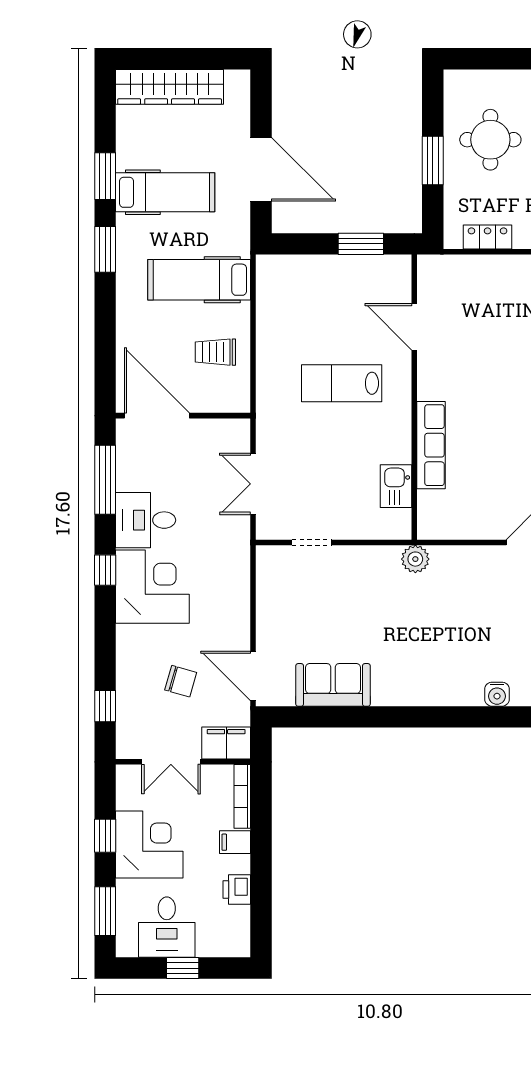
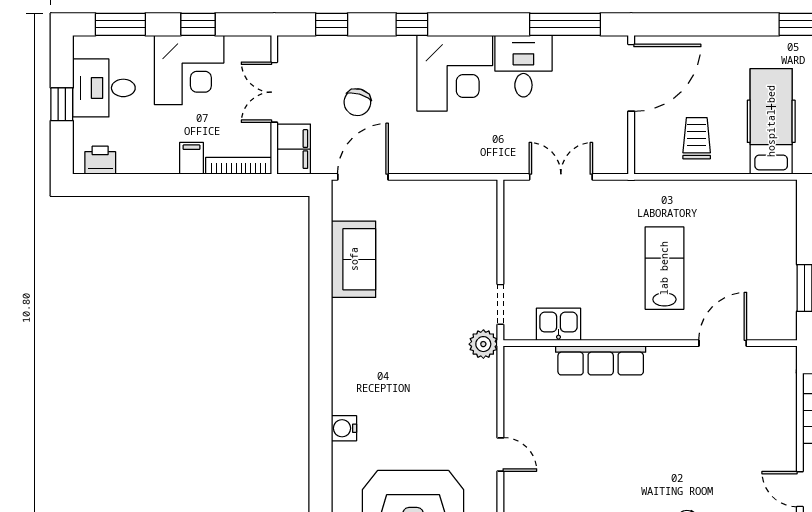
doorway: (312, 542) -> (500, 304), moved
window: (105, 570) -> (412, 24), moved
printer: (237, 889) -> (100, 160), moved

